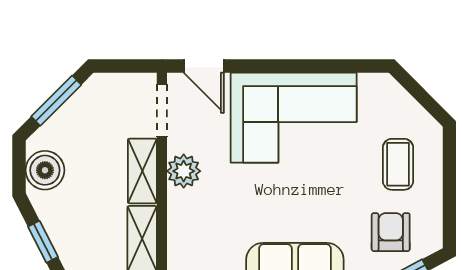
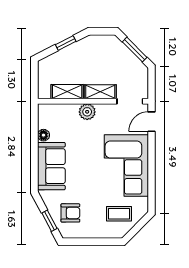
coffee table: (398, 164) -> (119, 214), moved
boiler: (45, 170) -> (101, 44), removed
plant: (184, 171) -> (87, 112), moved

